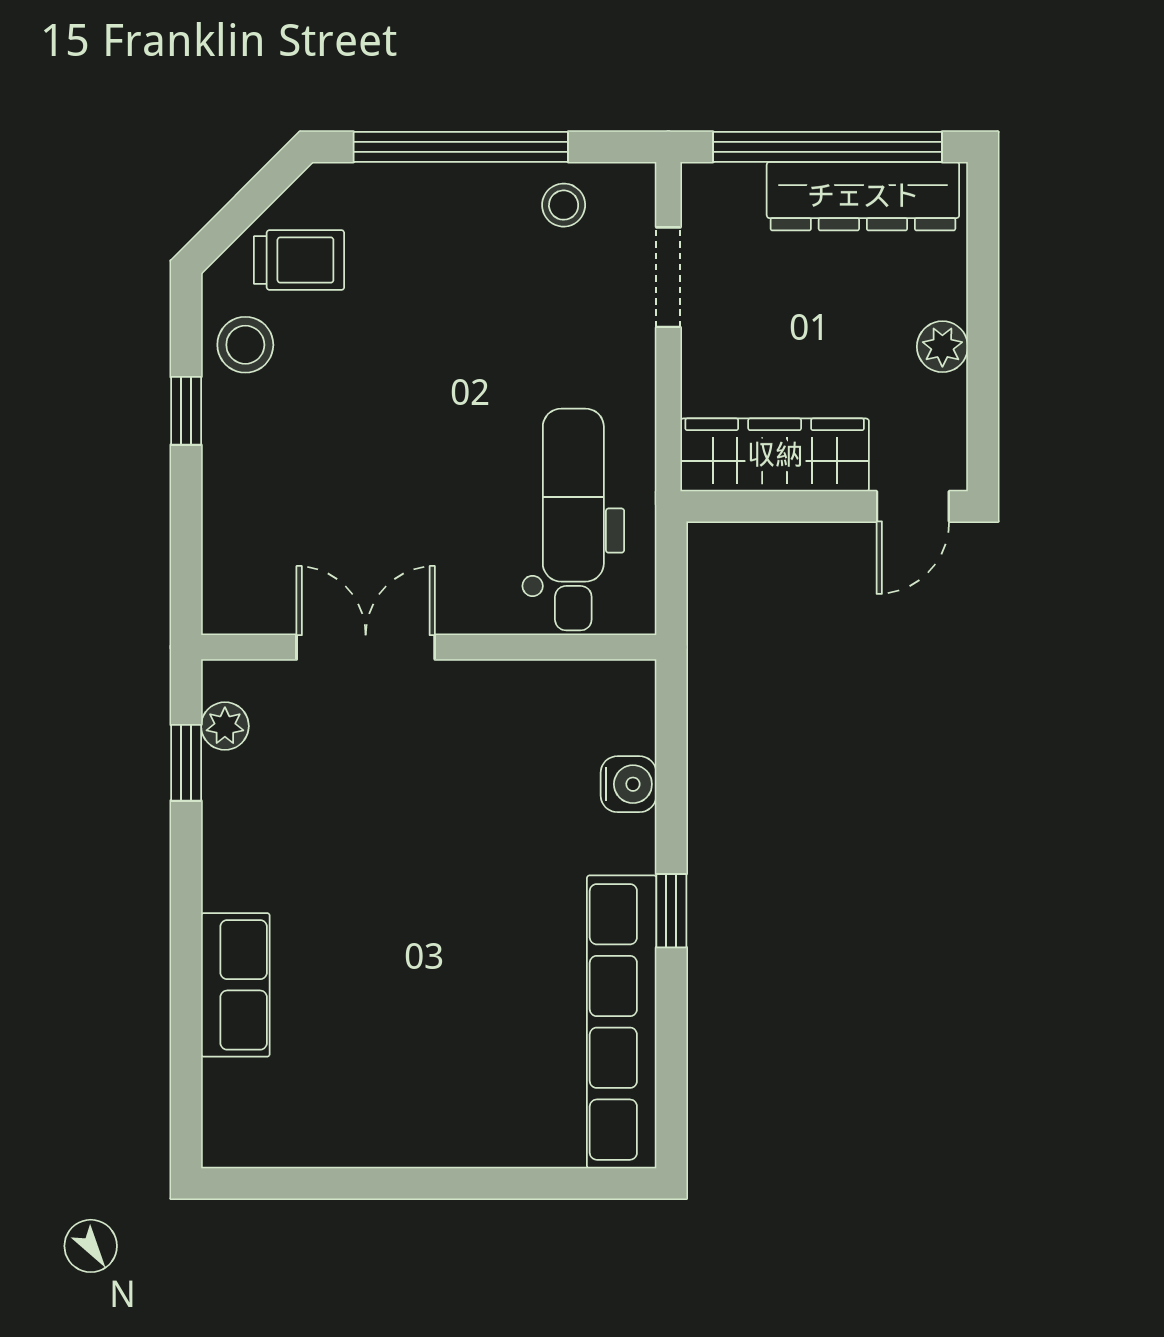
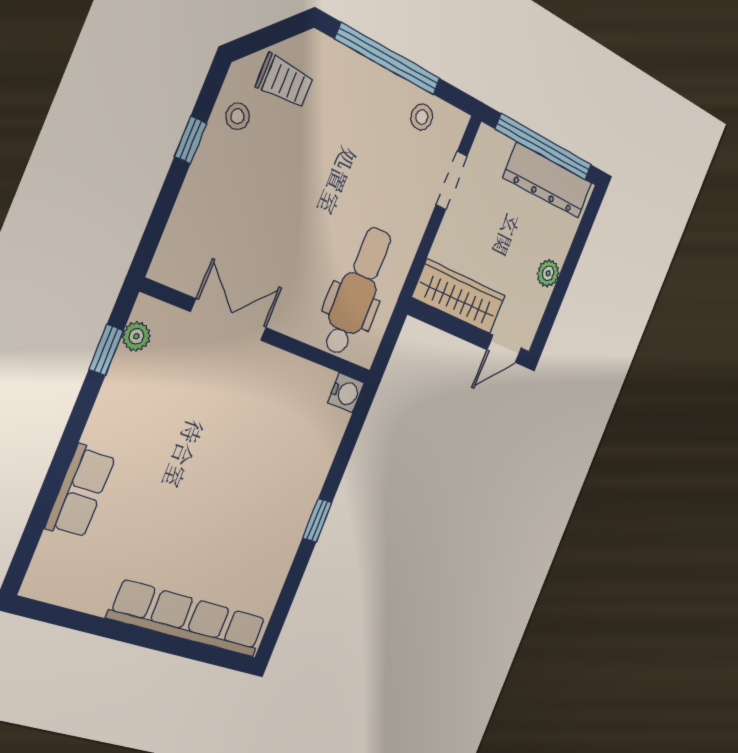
stool: (245, 345) -> (238, 116), width x0.73, depth x0.73
water cooler: (628, 784) -> (346, 393), moved
row of seats: (622, 1022) -> (189, 619), moved, turned 90

